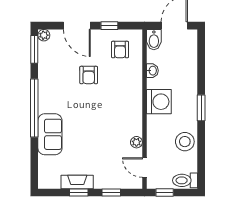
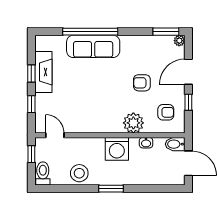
armchair: (120, 50) -> (166, 112), turned 180
window: (34, 108) -> (90, 32), moved
sofa: (50, 134) -> (93, 46), width x1.36
plant: (136, 142) -> (133, 123), moved, width x1.88, depth x1.88
door: (144, 168) -> (55, 135), hinge flipped
fireplace: (77, 182) -> (43, 72), width x1.37, depth x1.32

